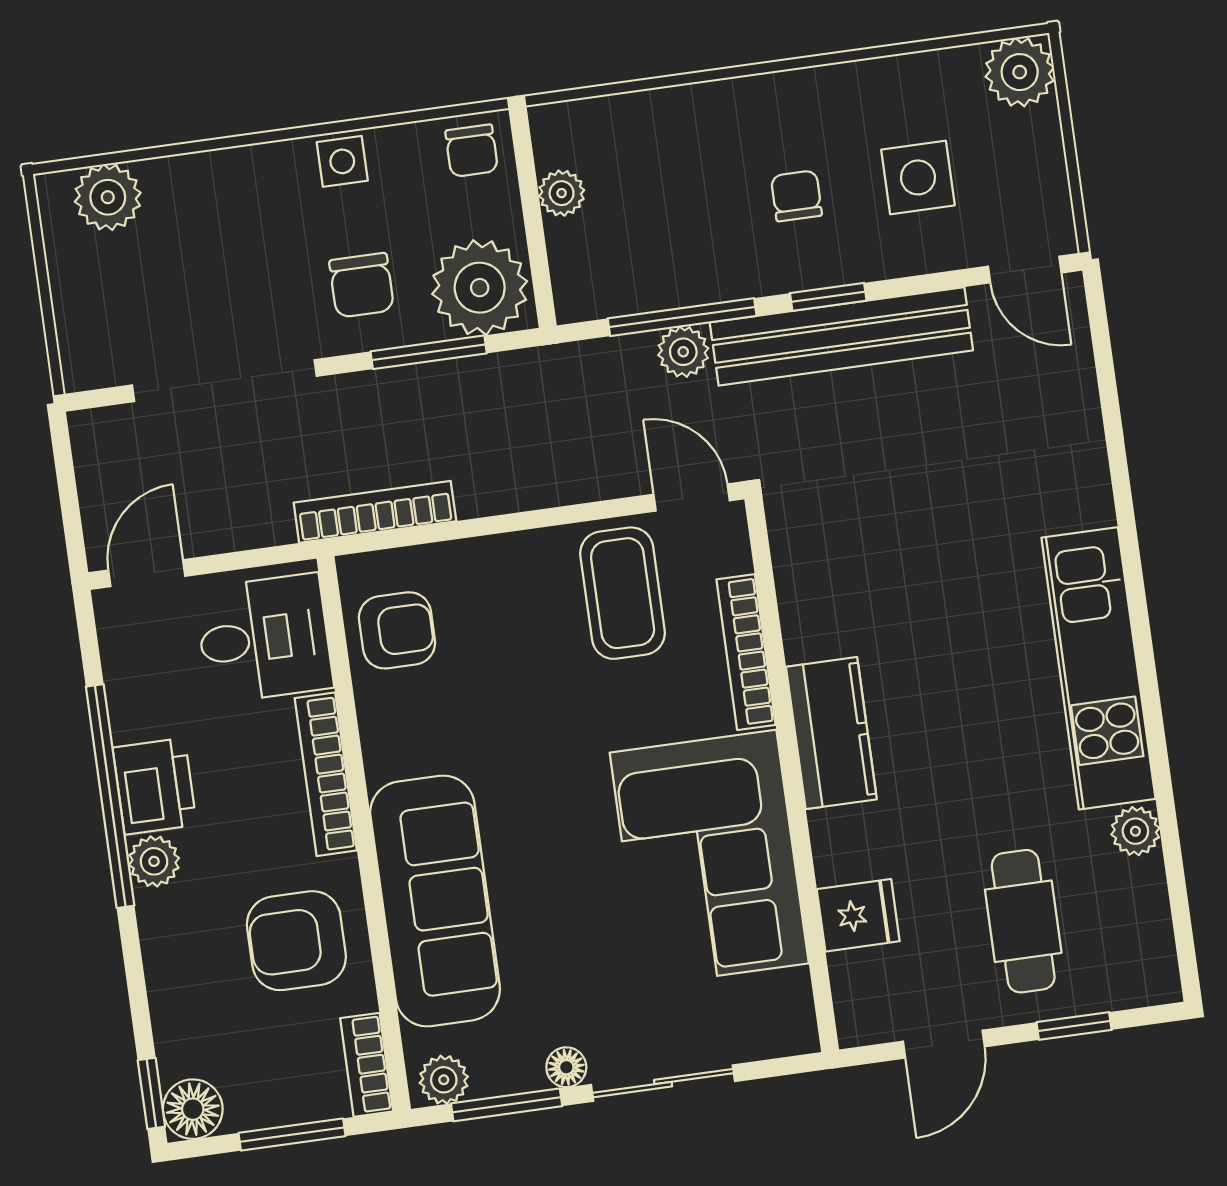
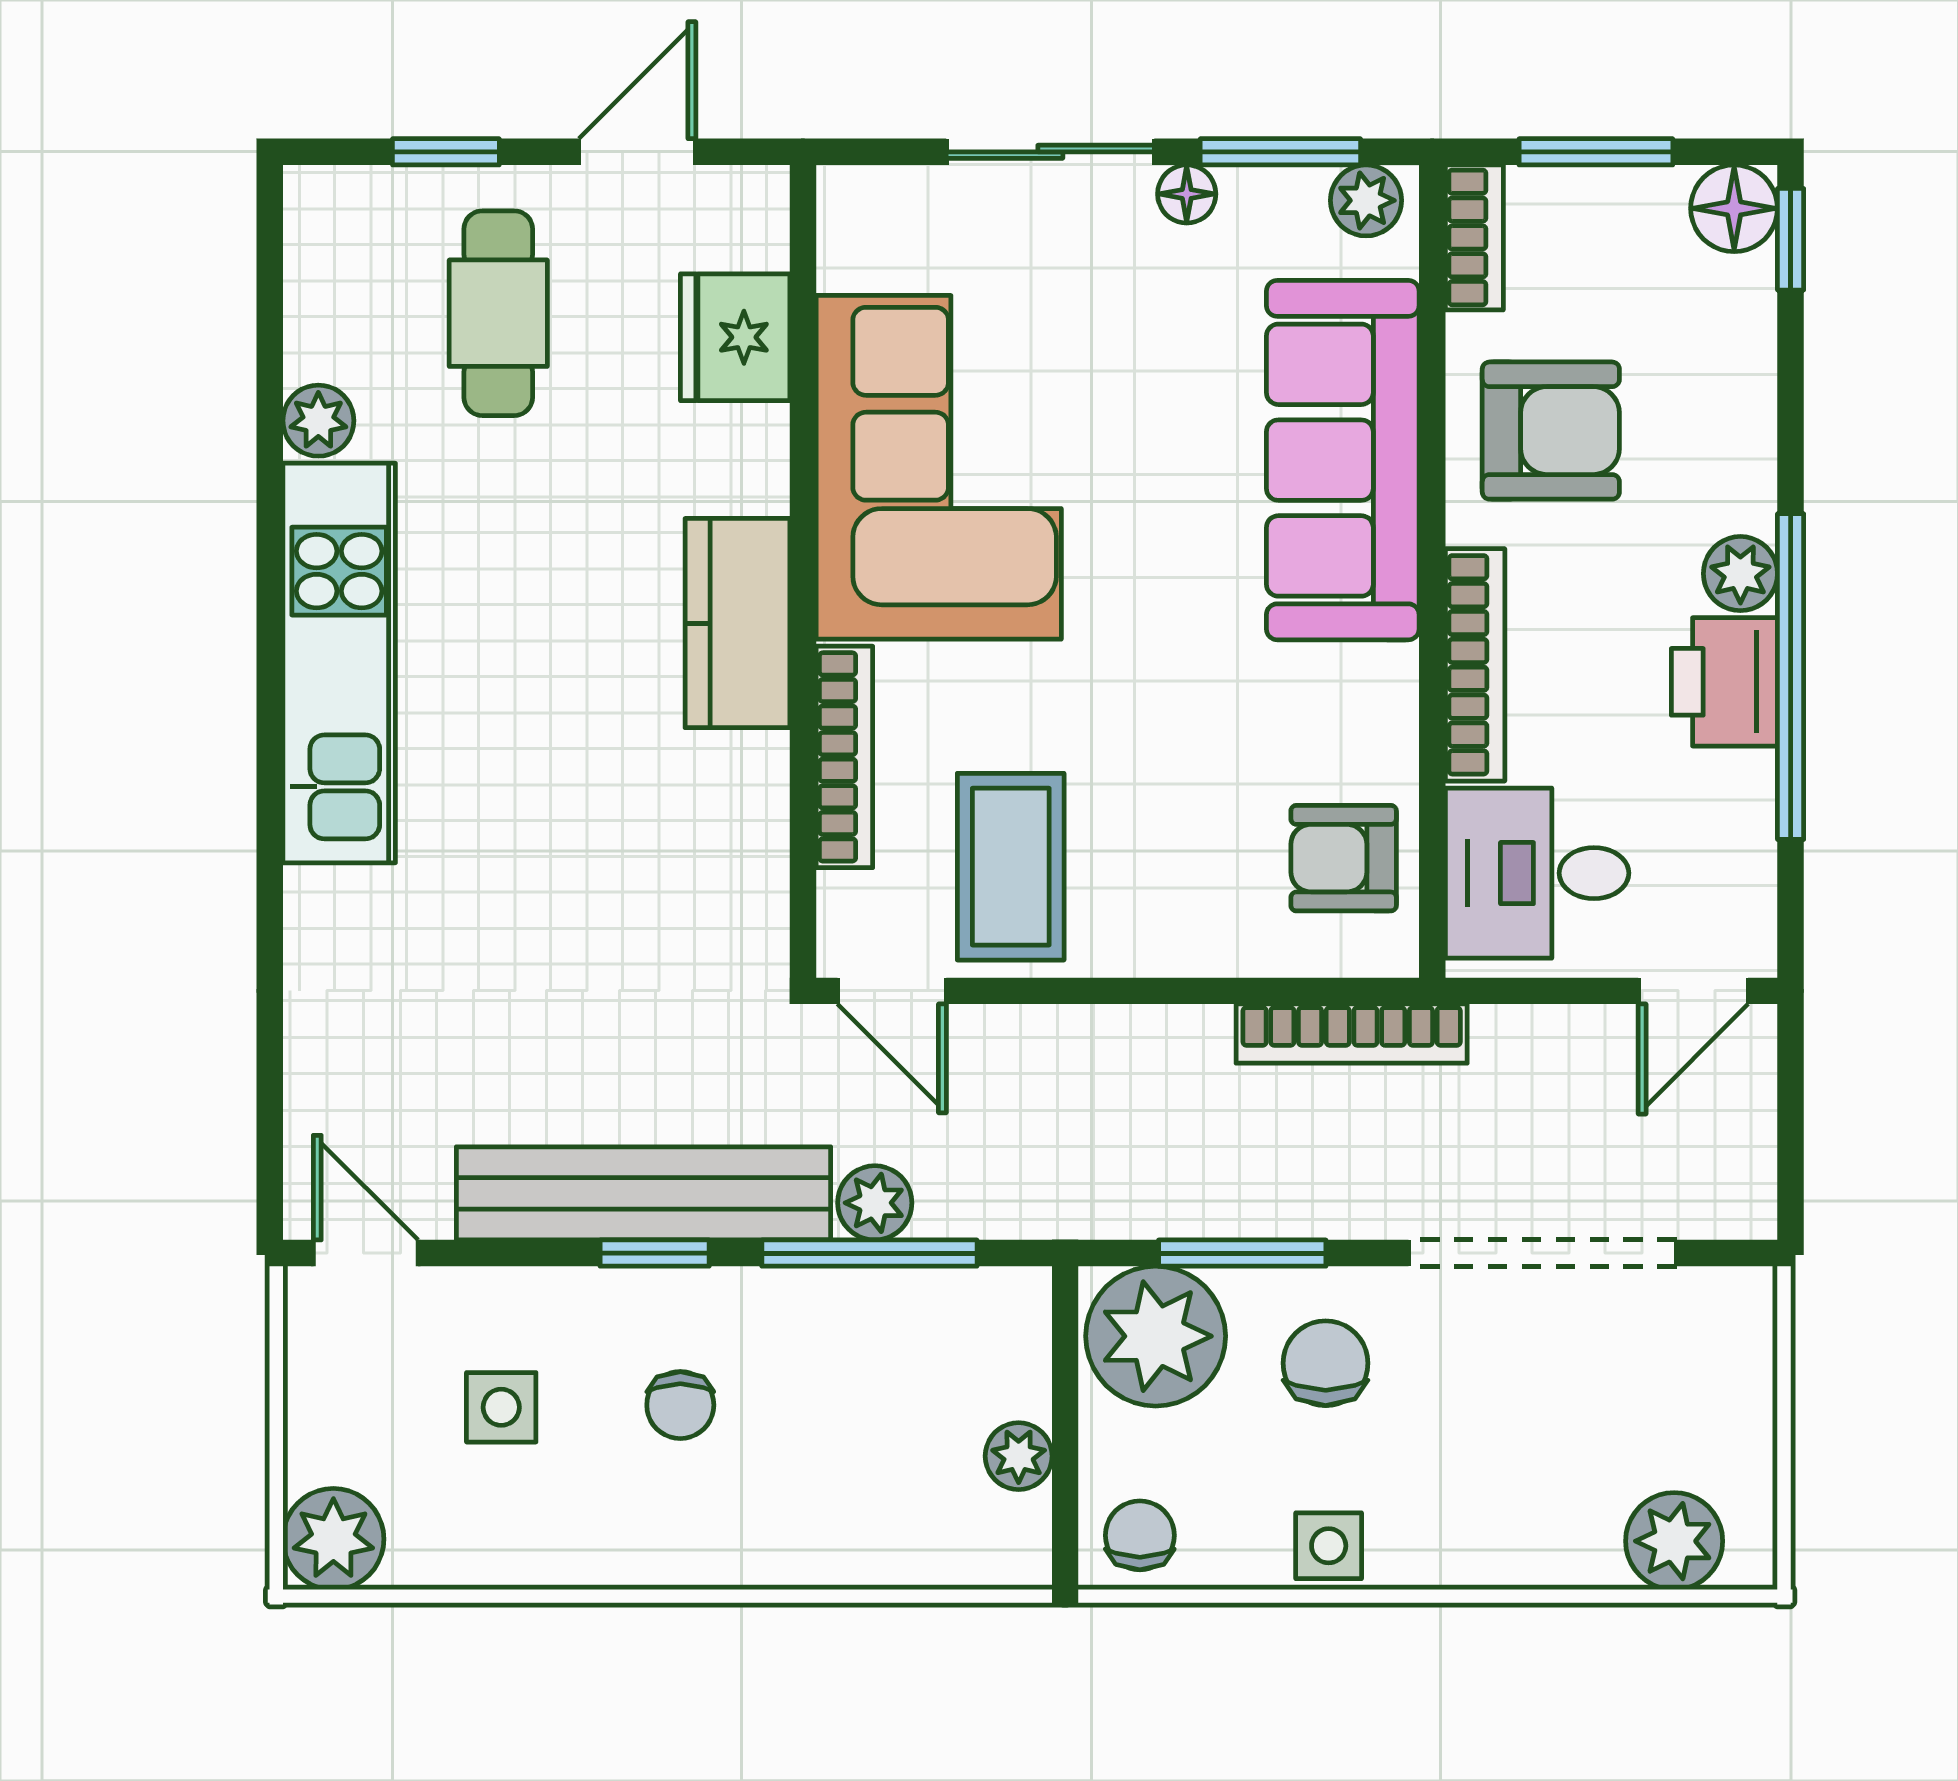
side table: (918, 177) -> (501, 1407), width x0.73, depth x0.73
fridge: (858, 915) -> (735, 337), width x1.38

